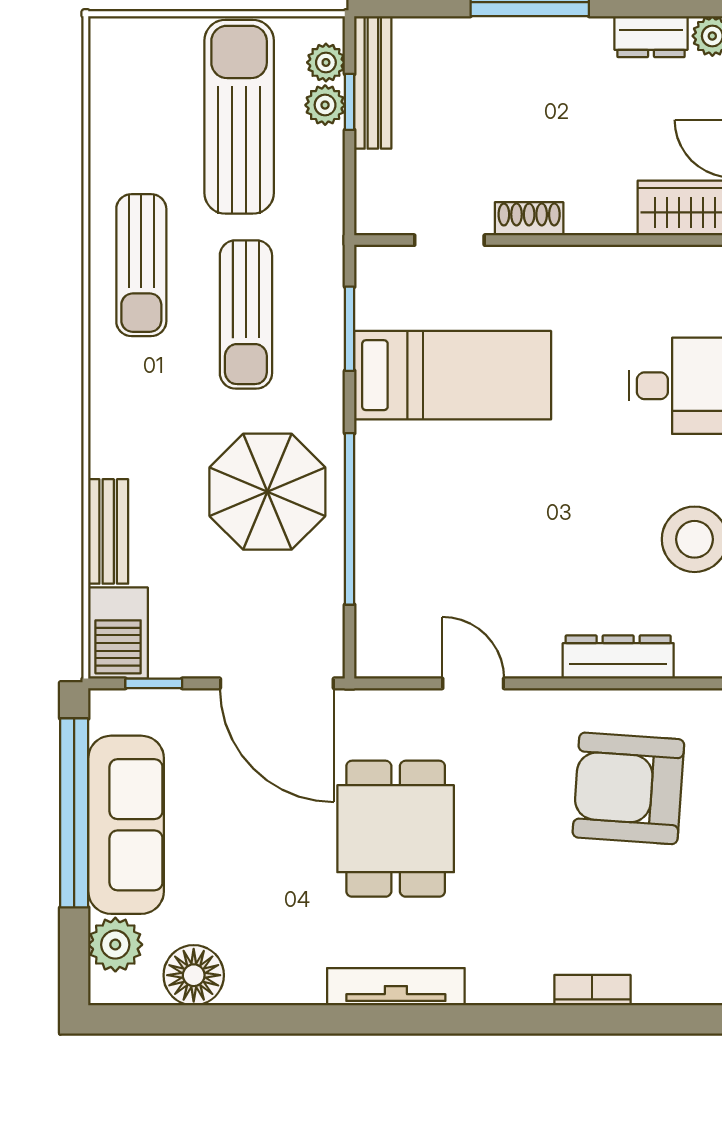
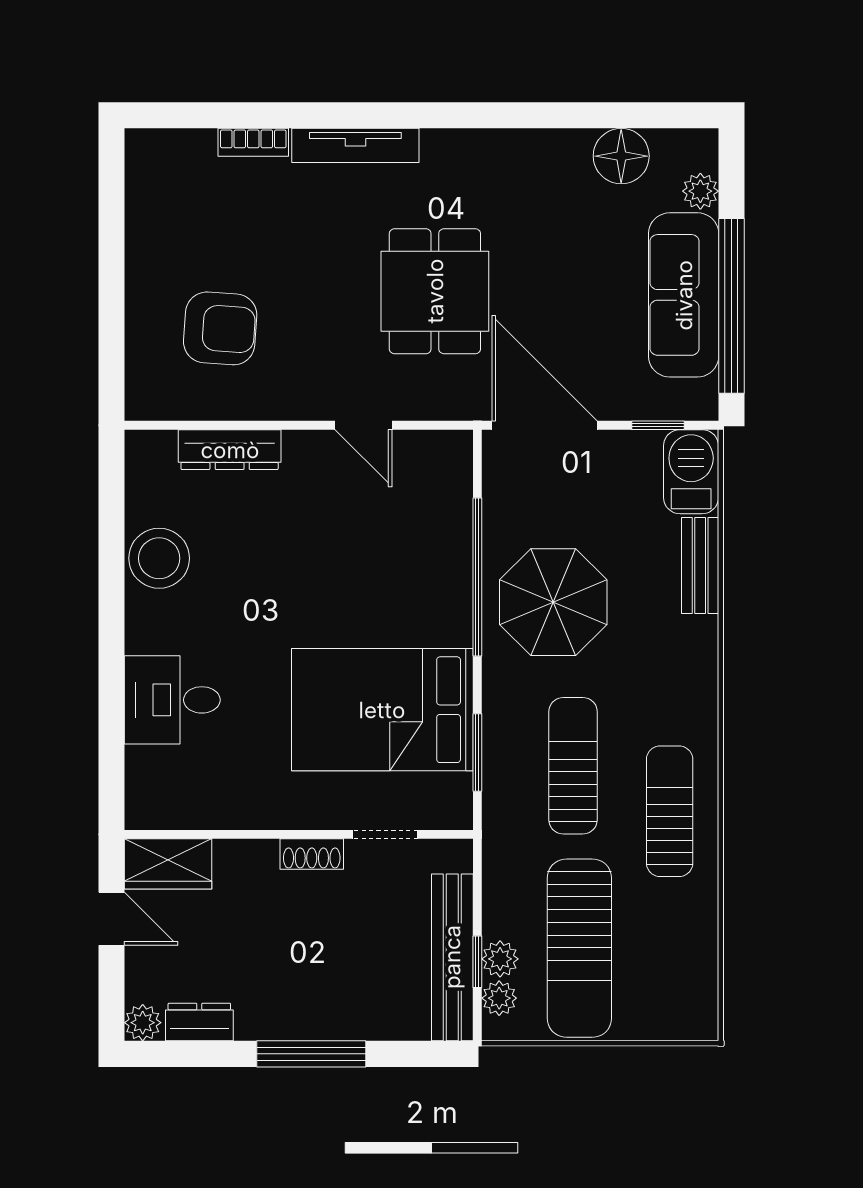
bench: (373, 82) -> (452, 957), width x1.37, depth x1.21
bed: (453, 375) -> (382, 710), width x1.50
armchair: (628, 788) -> (220, 328), width x0.73, depth x0.73
plant: (115, 945) -> (700, 191), width x0.73, depth x0.73
tv unit: (396, 987) -> (355, 145), moved

